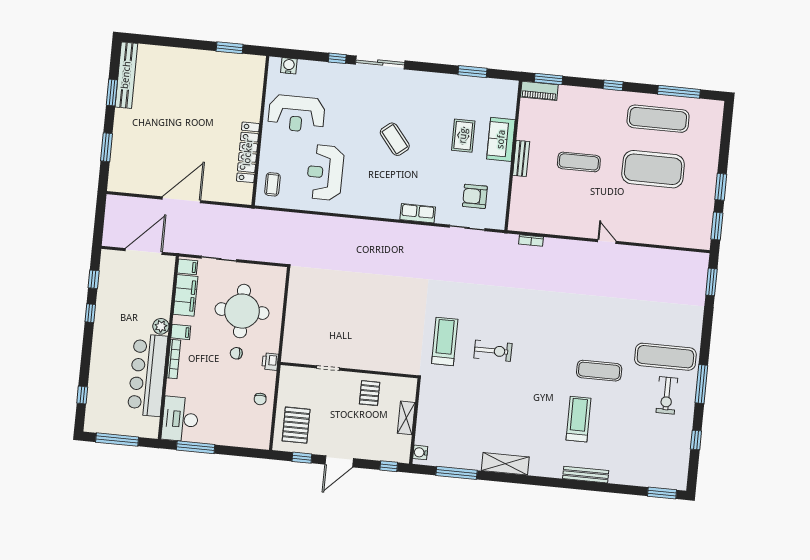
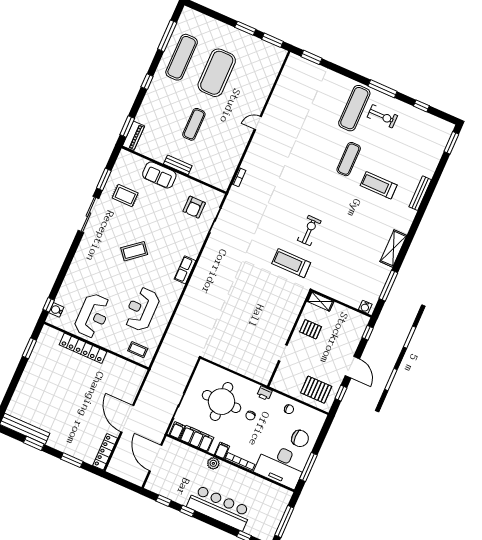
window: (337, 58) -> (49, 305), moved
sliding door: (380, 63) -> (88, 215), moved
rug: (463, 136) -> (125, 196), moved
locker: (248, 152) -> (83, 348), moved
reception desk: (325, 173) -> (142, 309), turned 90
locker: (131, 186) -> (105, 452), added
row of seats: (418, 213) -> (185, 270), moved
bar counter: (148, 375) -> (219, 508), moved, turned 180
shelving: (406, 418) -> (320, 301), moved
desk: (180, 419) -> (281, 465), width x1.36, depth x1.30
chair: (228, 425) -> (300, 438), added

